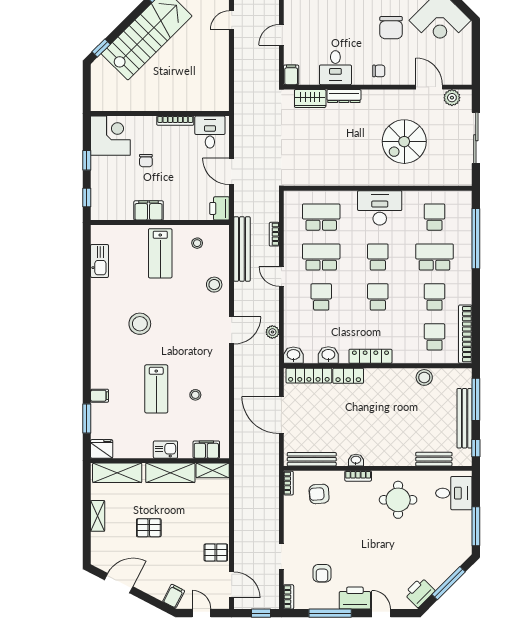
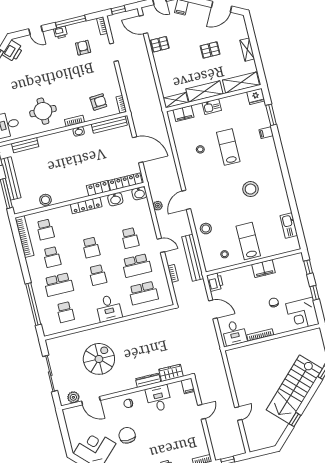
desk: (380, 208) -> (109, 308), width x0.73
printer: (355, 598) -> (61, 32), width x0.53, depth x0.68

